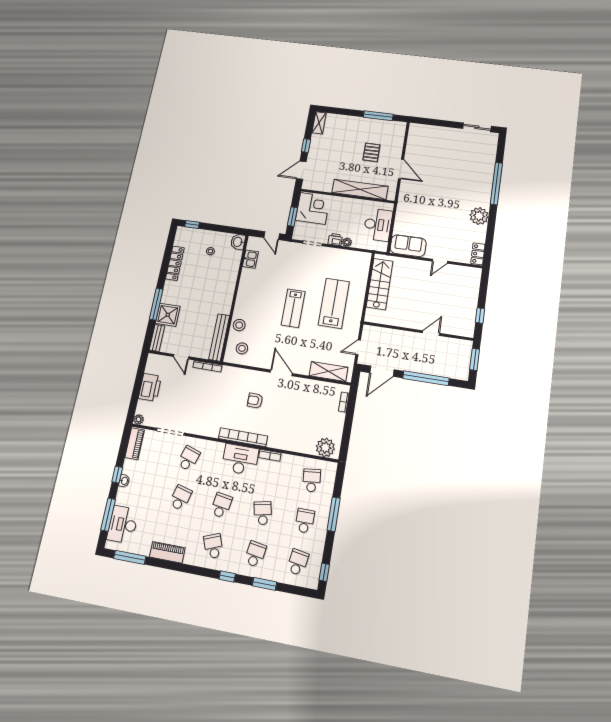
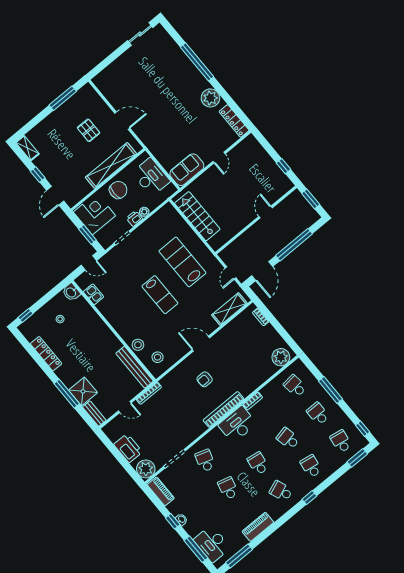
chair: (346, 210) -> (118, 190), added
locker: (478, 254) -> (234, 121), width x1.53
plant: (139, 419) -> (146, 469), width x1.88, depth x1.88
window: (264, 584) -> (357, 458), moved

